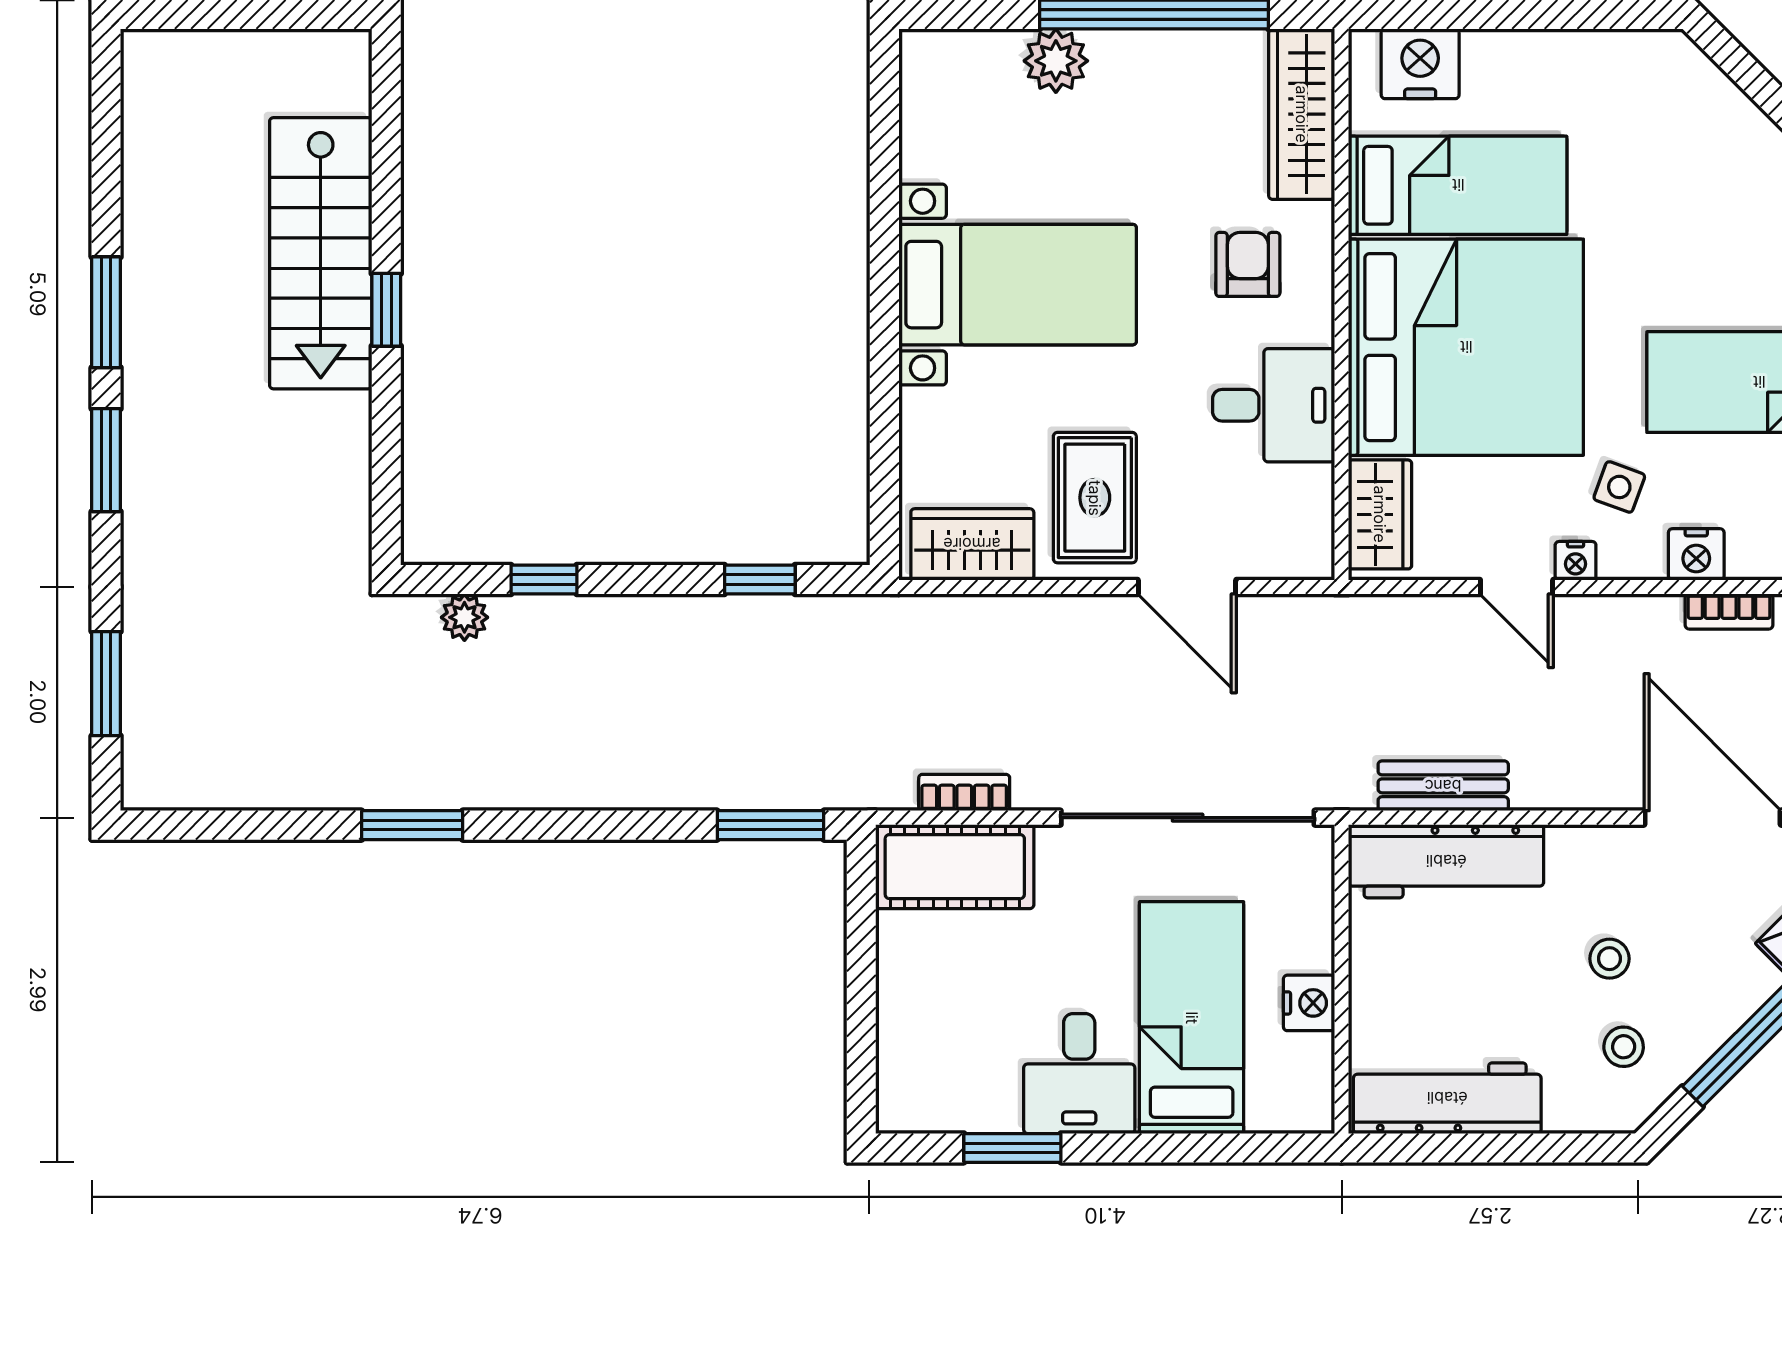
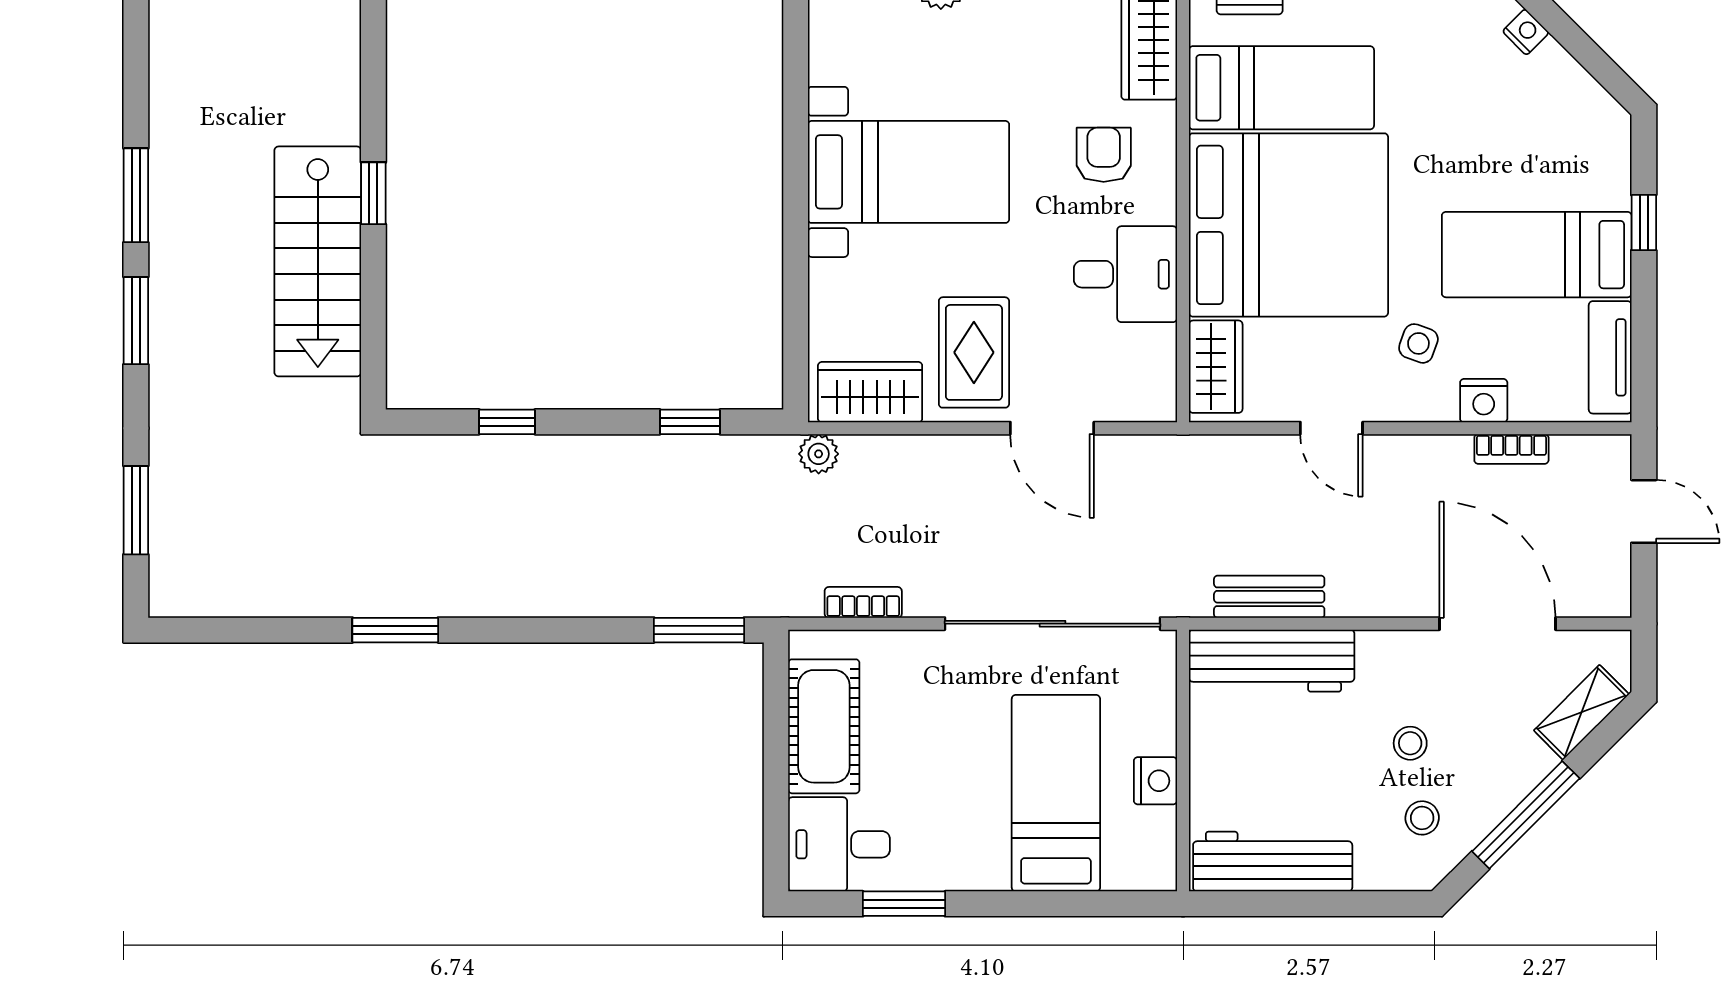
stairs: (321, 253) -> (318, 261), moved
nightstand: (1576, 561) -> (1526, 32), moved, turned -135
plant: (464, 617) -> (819, 454), moved
cot: (955, 867) -> (824, 726), moved, turned 90
desk: (1079, 1074) -> (839, 844), moved, turned 90

